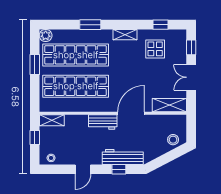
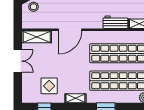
window: (191, 47) -> (18, 87), removed
workbench: (103, 122) -> (115, 22), moved

